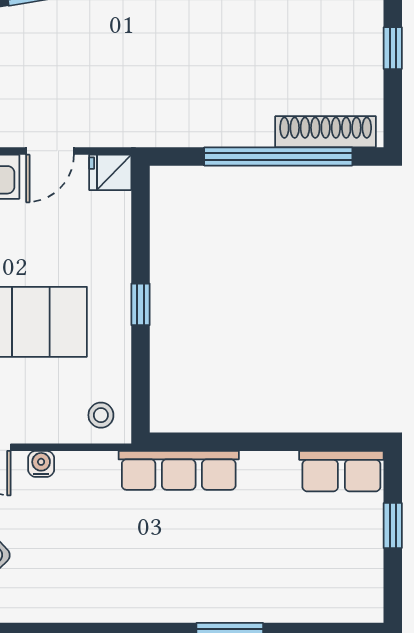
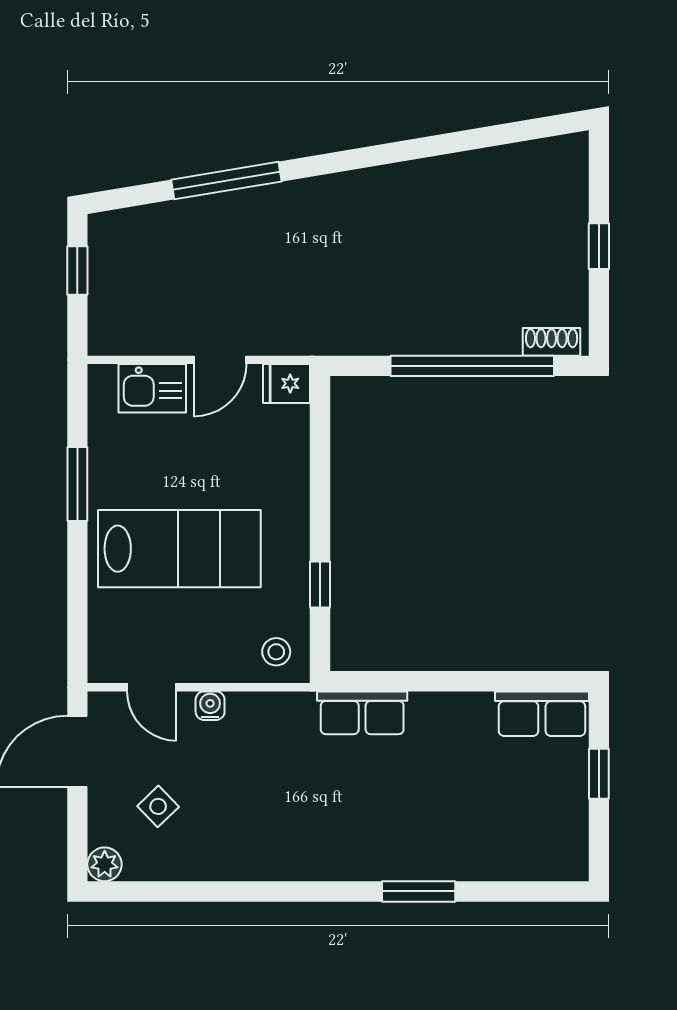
shoe rack: (326, 132) -> (552, 342), width x0.51, depth x0.81
window: (140, 304) -> (320, 585), moved
row of seats: (179, 470) -> (362, 713), width x0.68

